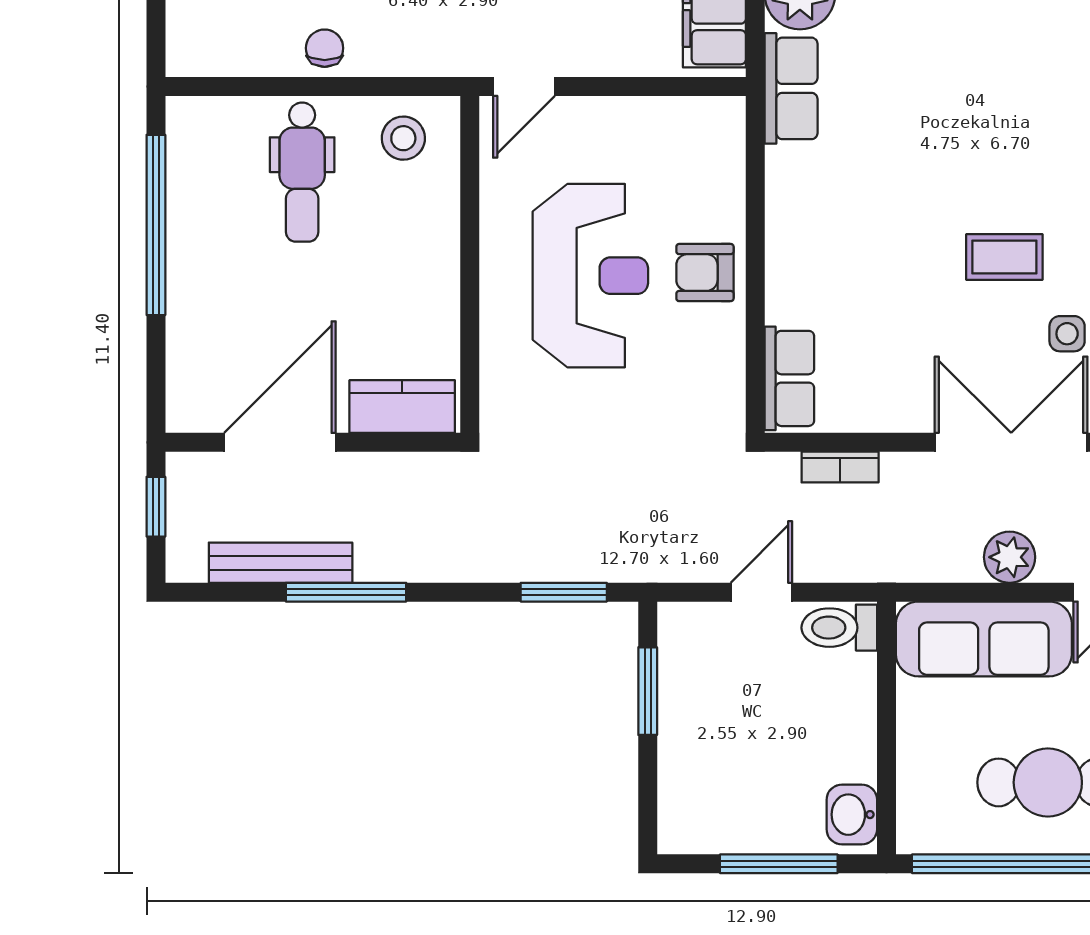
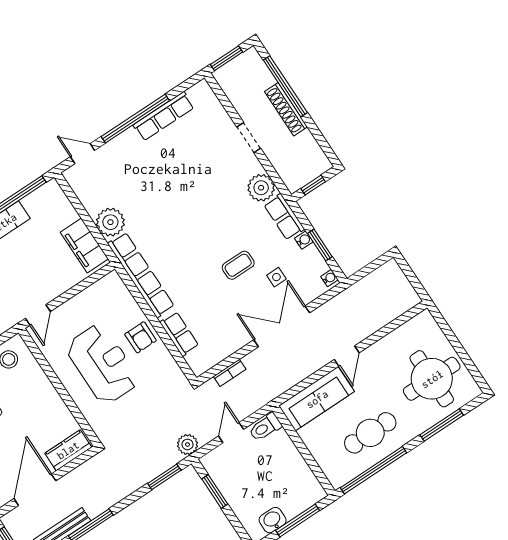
row of seats: (791, 88) -> (141, 275), width x2.02
armchair: (705, 273) -> (141, 337), turned -90
row of seats: (789, 378) -> (179, 334), moved
plant: (1010, 557) -> (187, 444), moved
washbasin: (852, 815) -> (273, 520), moved, turned 90

